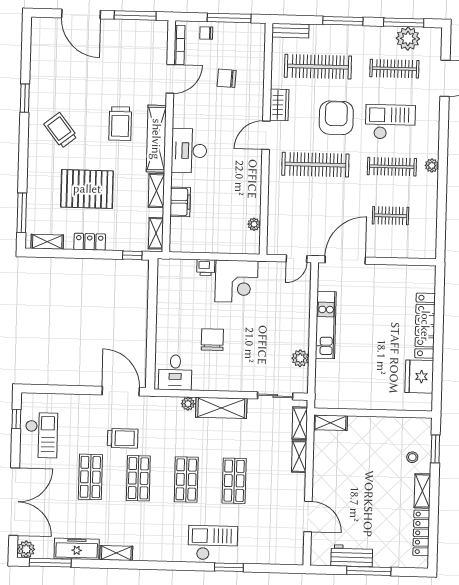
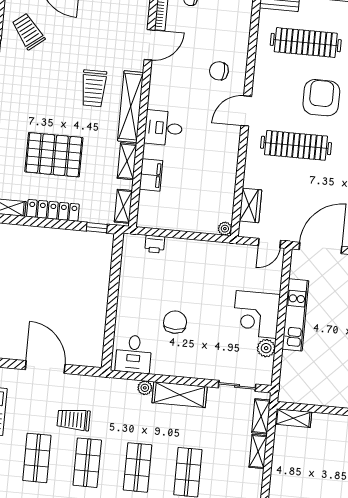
chair: (227, 78) -> (219, 71), moved
wardrobe: (279, 105) -> (250, 205), moved
trolley: (61, 130) -> (28, 31), moved
desk: (189, 151) -> (163, 128), width x0.73
plant: (254, 224) -> (225, 229), moved
locker: (90, 242) -> (53, 210), width x1.53
printer: (206, 268) -> (155, 244), moved
corner desk: (236, 281) -> (256, 314), moved, turned 90
door: (121, 391) -> (45, 367), moved
trolley: (123, 438) -> (74, 420), turned 180

